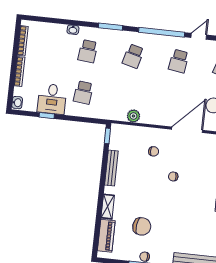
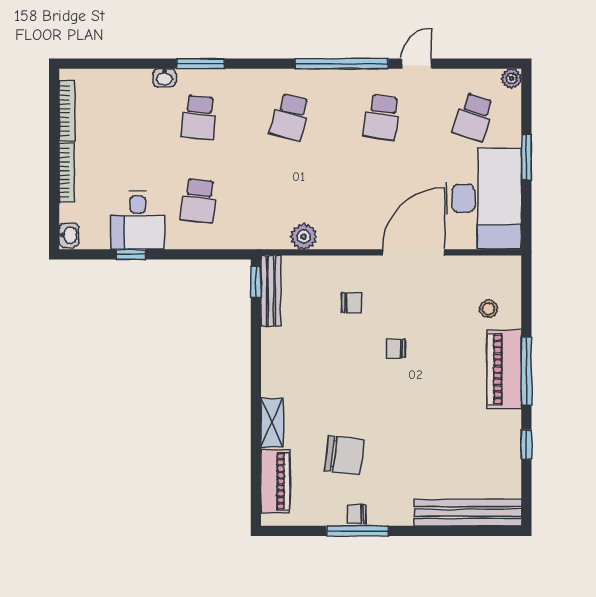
window: (111, 27) -> (201, 64), moved
bench: (111, 168) -> (271, 291), moved

